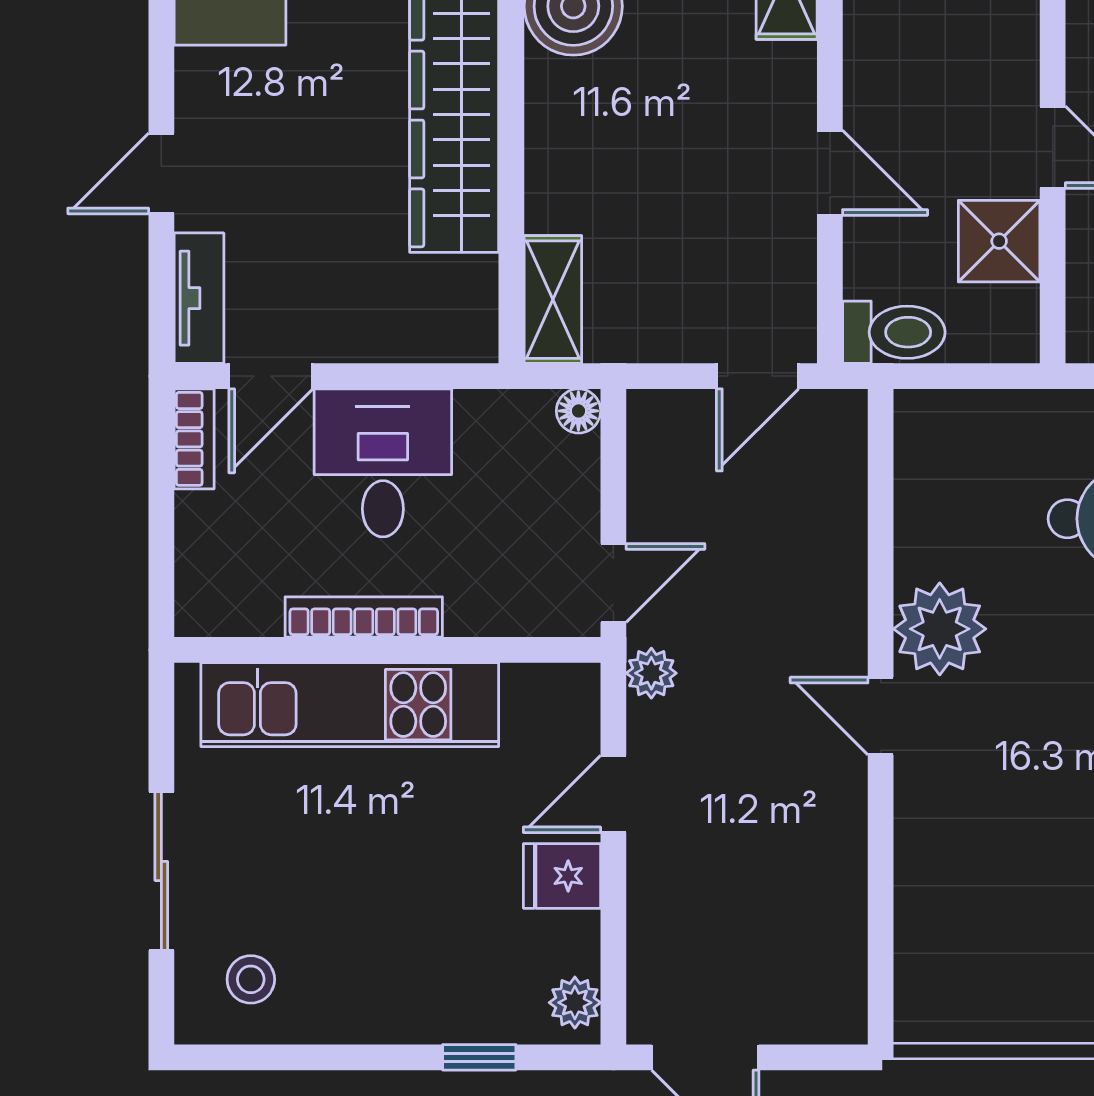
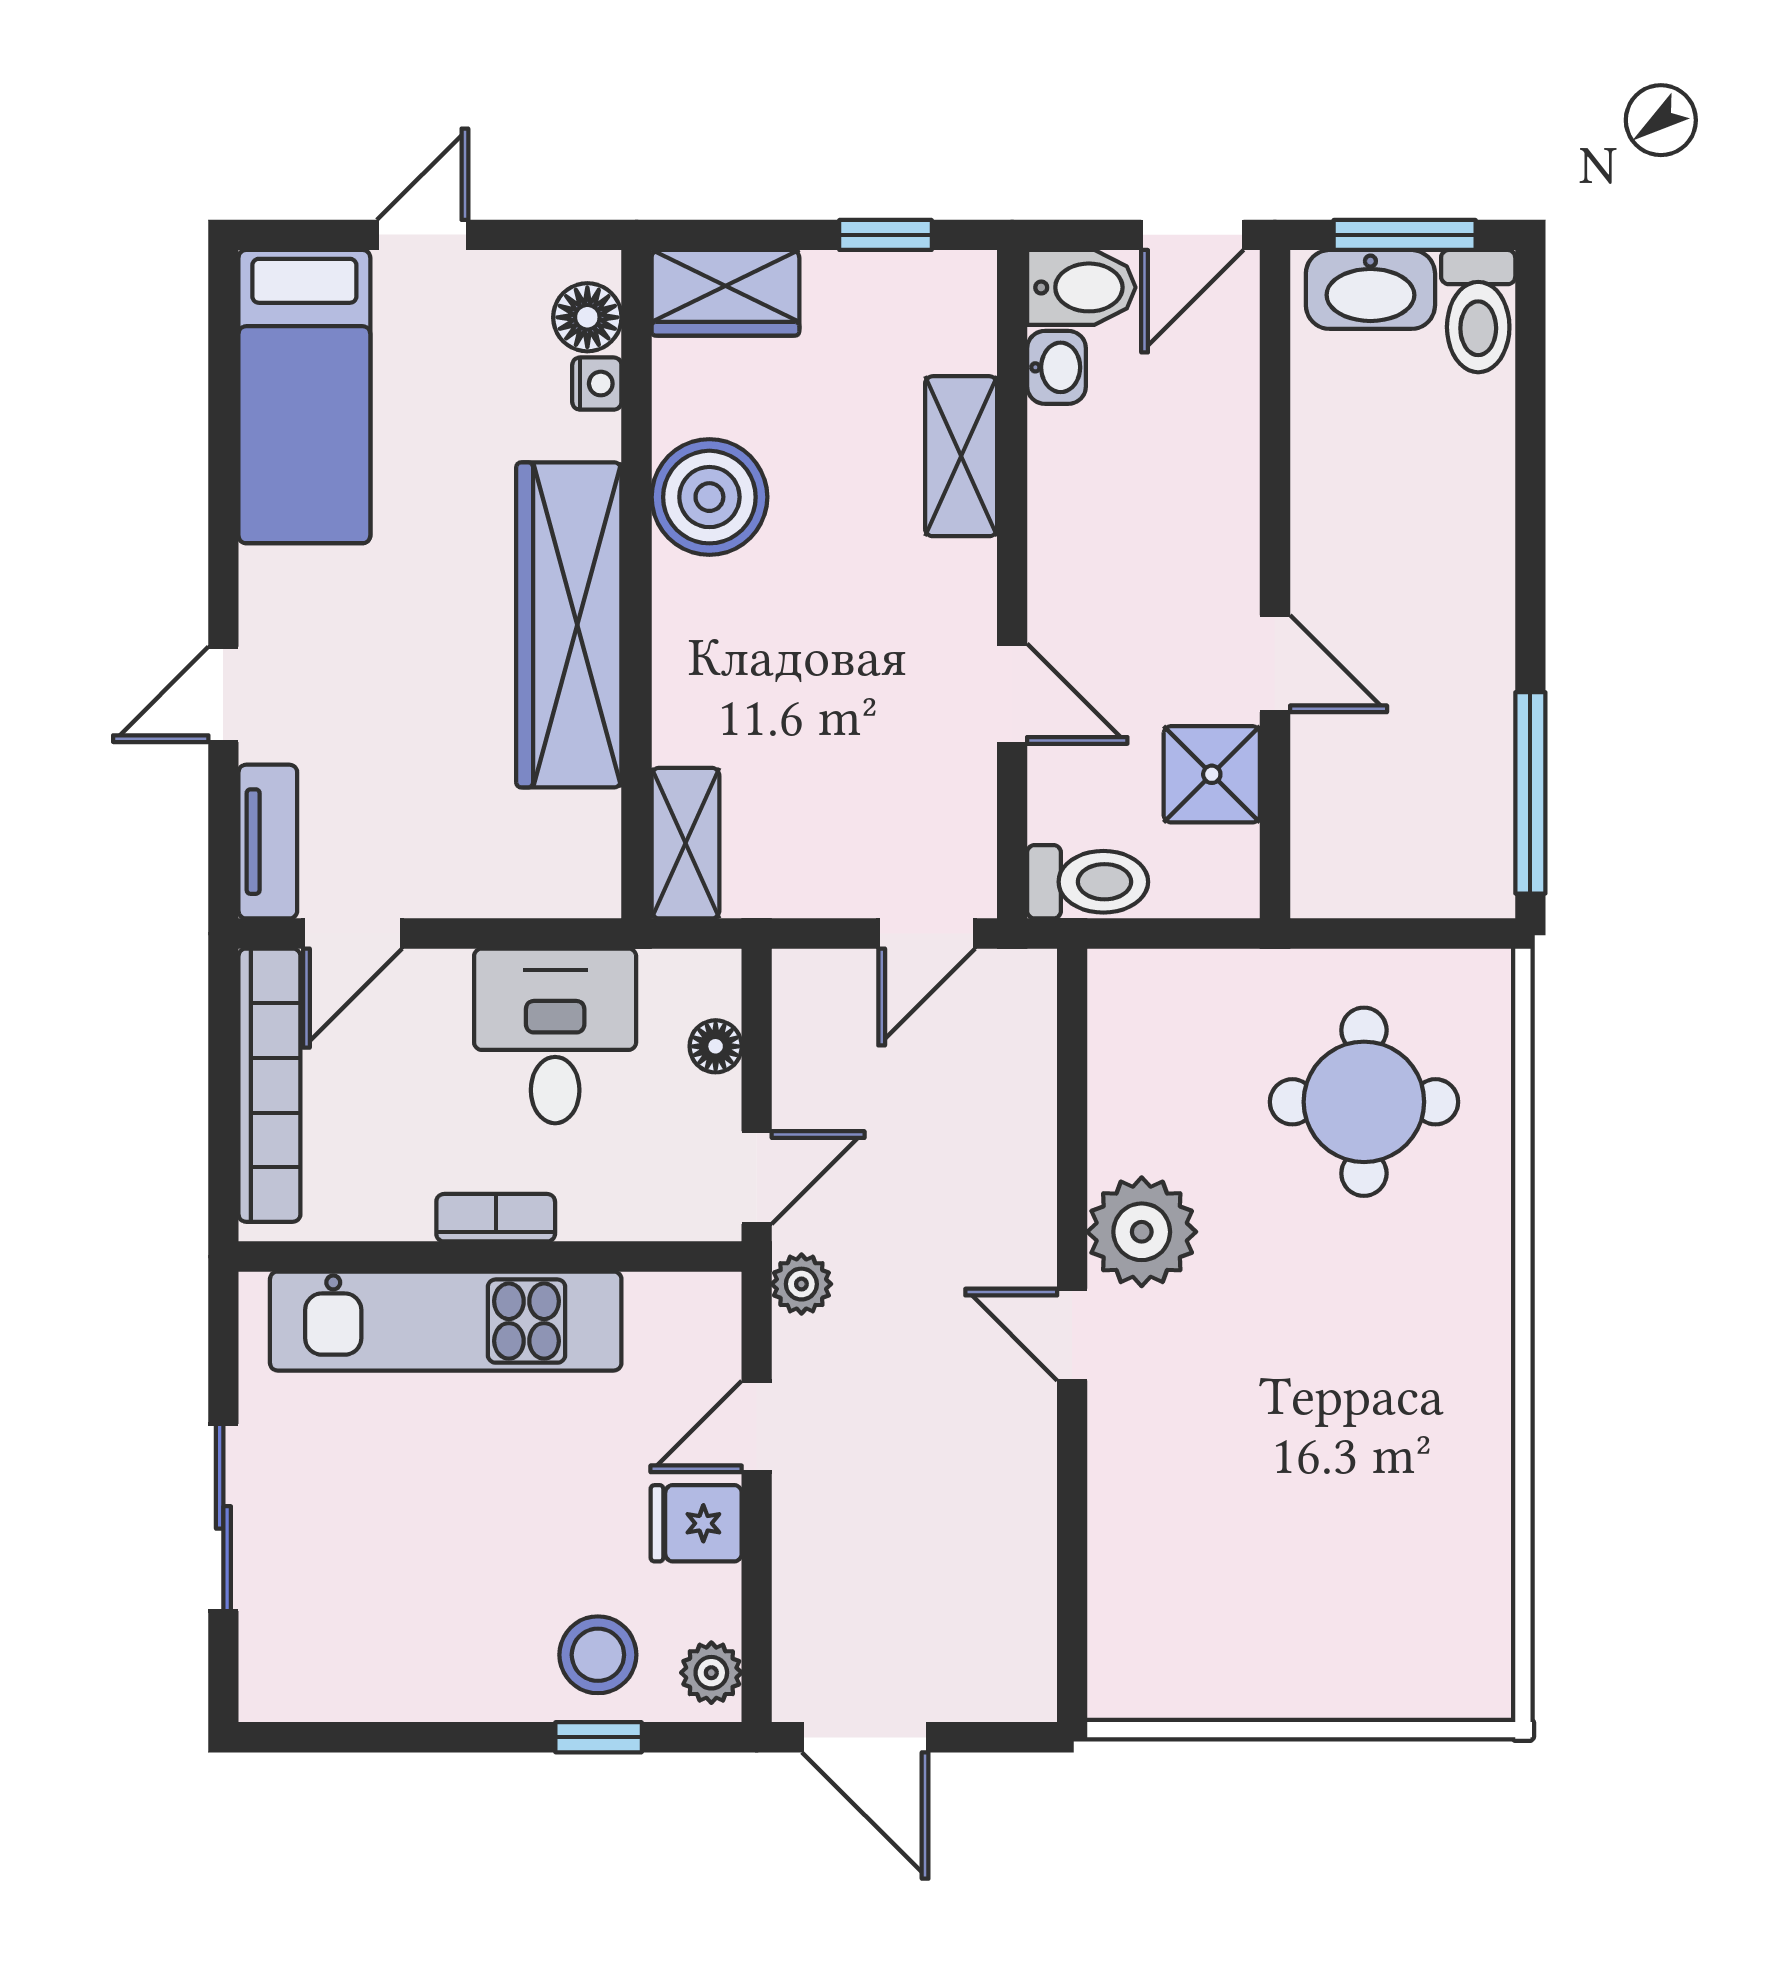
floor lamp: (578, 411) -> (716, 1046), moved
bookcase: (194, 439) -> (269, 1085), width x2.31, depth x1.31
desk: (383, 463) -> (555, 1036), moved
bookcase: (364, 617) -> (496, 1218), width x0.64
stool: (251, 979) -> (598, 1655), moved, width x1.37, depth x1.37

